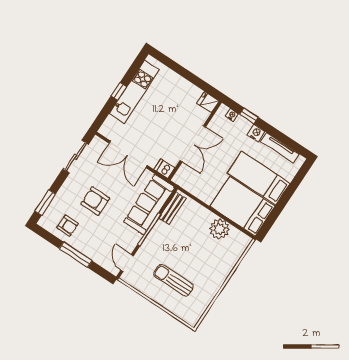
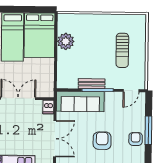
armchair: (95, 201) -> (102, 141), turned 180
bench: (172, 208) -> (92, 84), moved
armchair: (68, 226) -> (136, 139), moved

